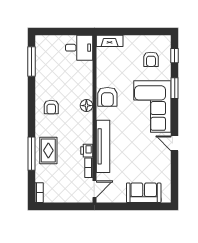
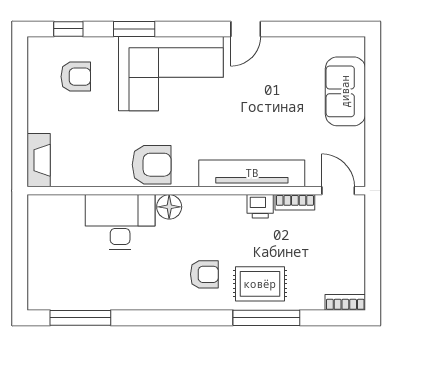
desk: (79, 48) -> (120, 222), moved, width x1.37
armchair: (51, 107) -> (204, 274), moved

